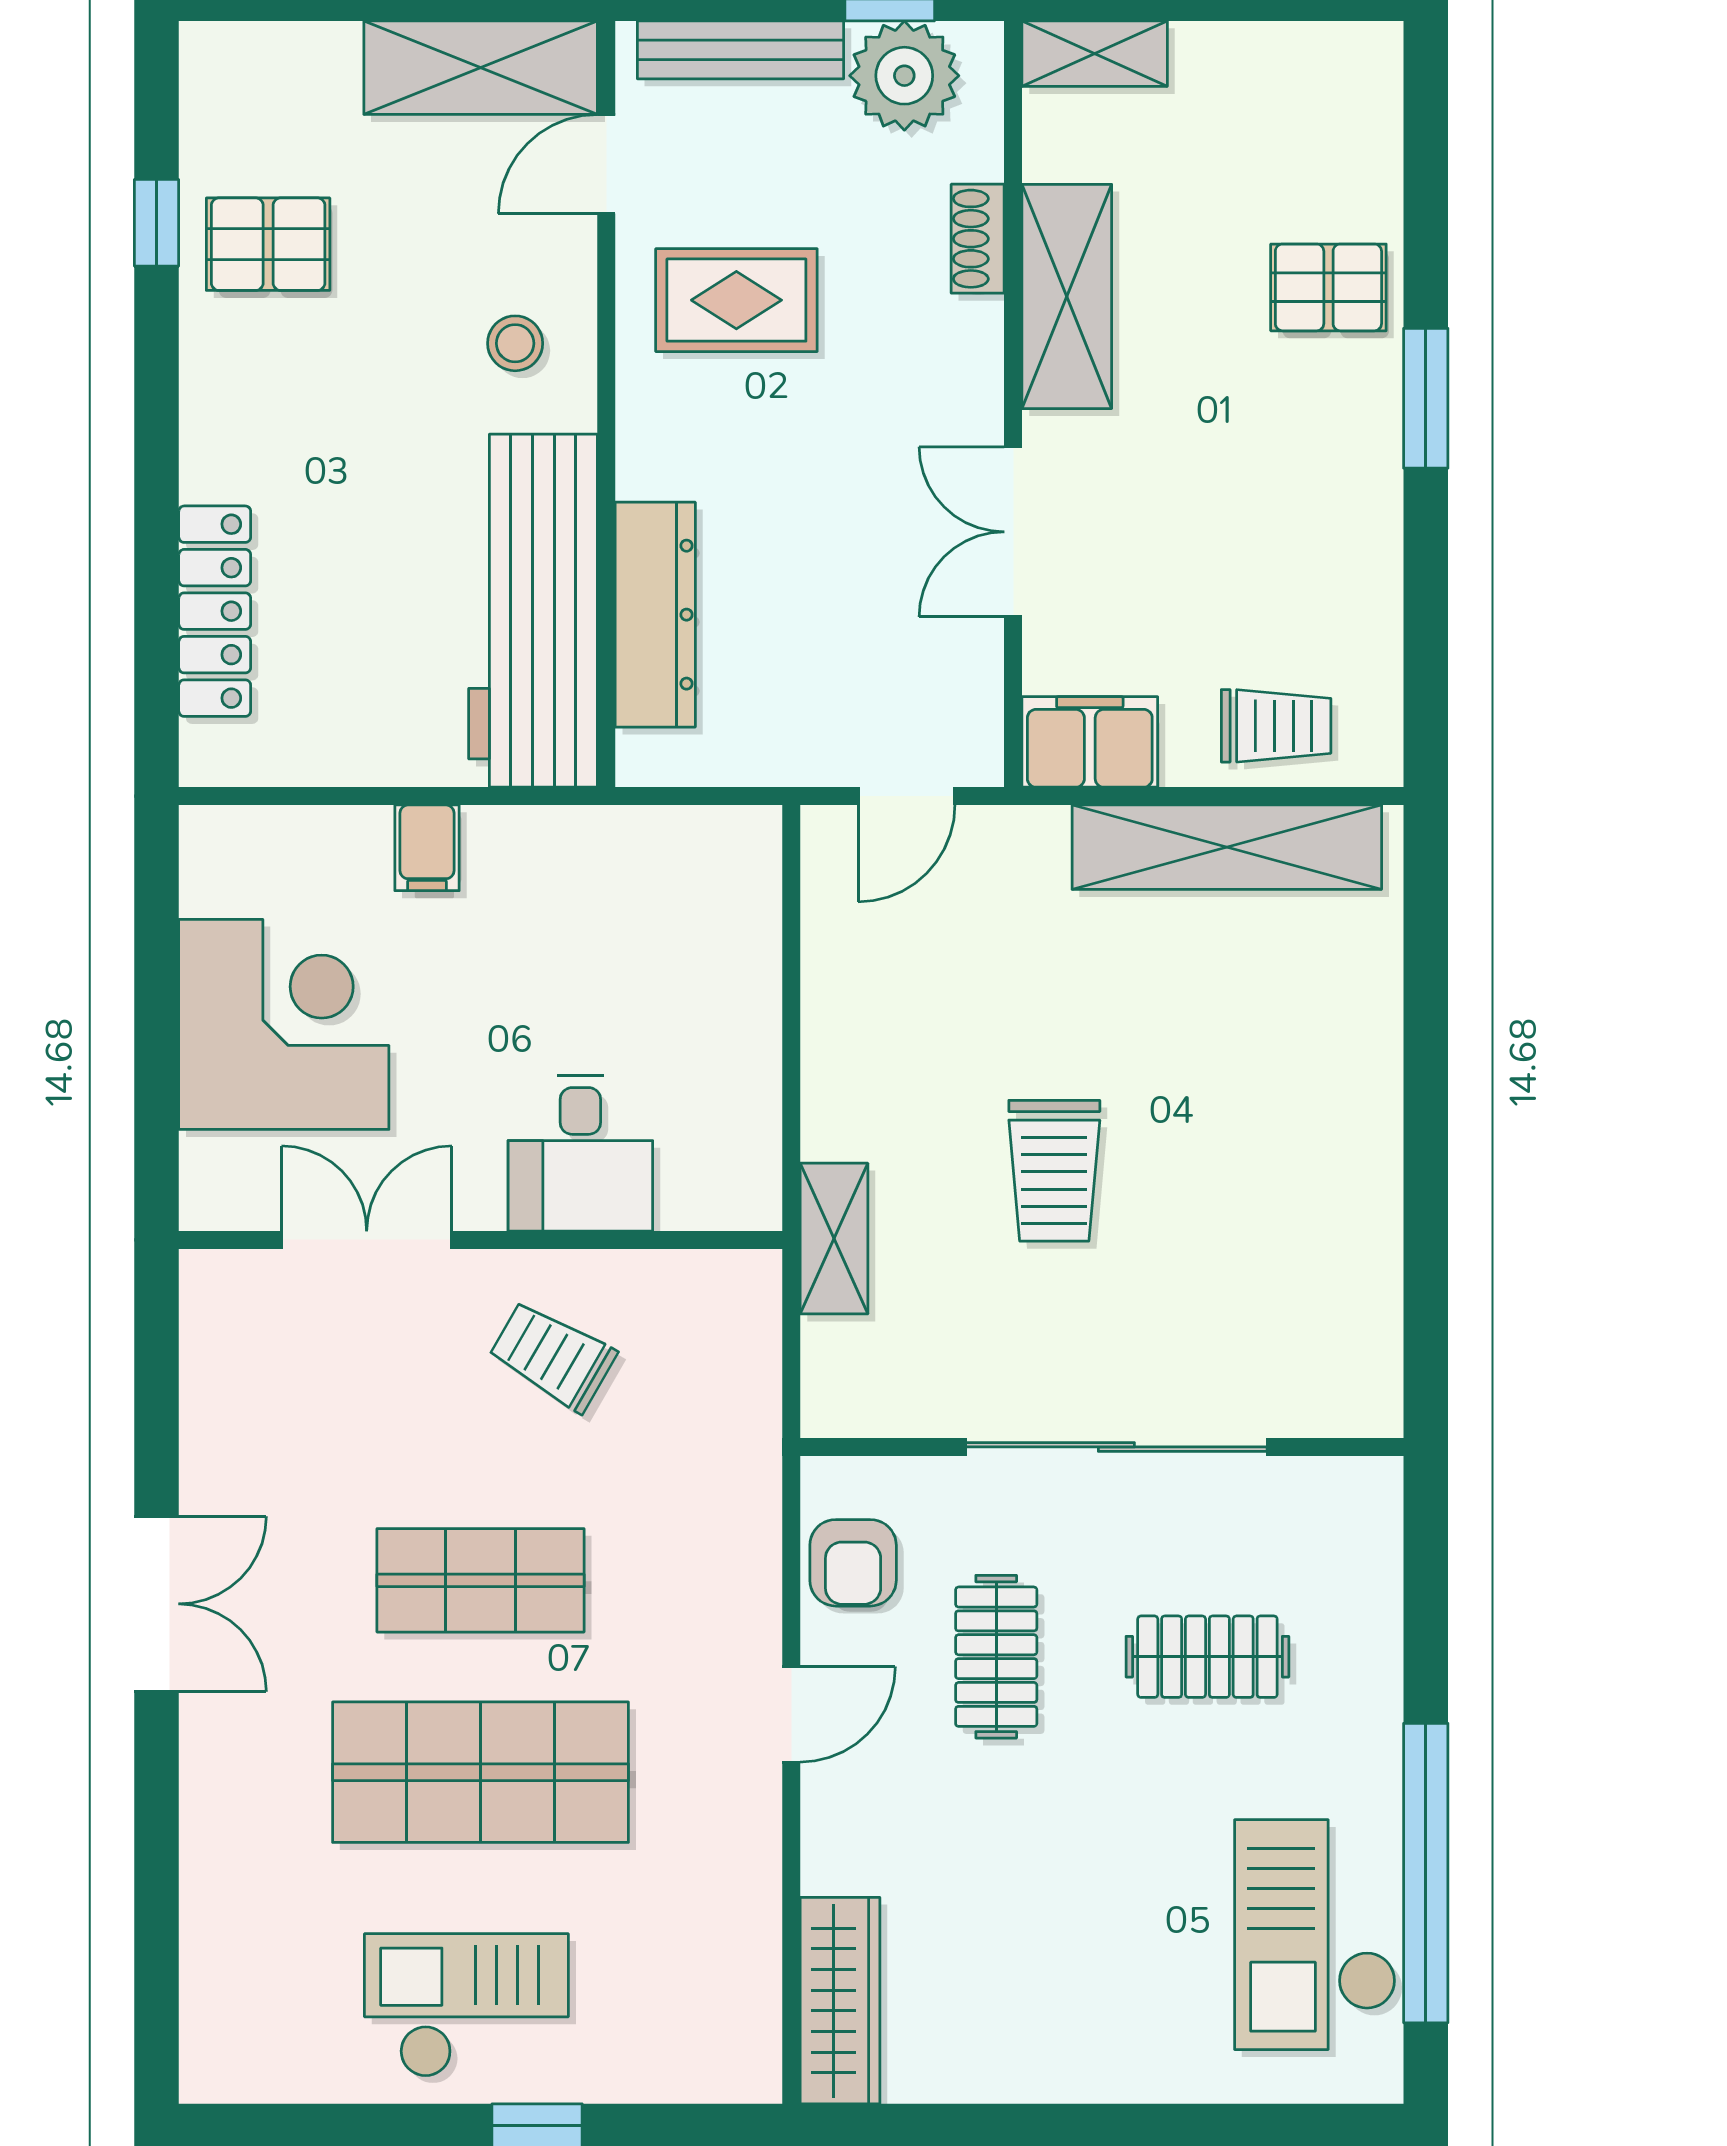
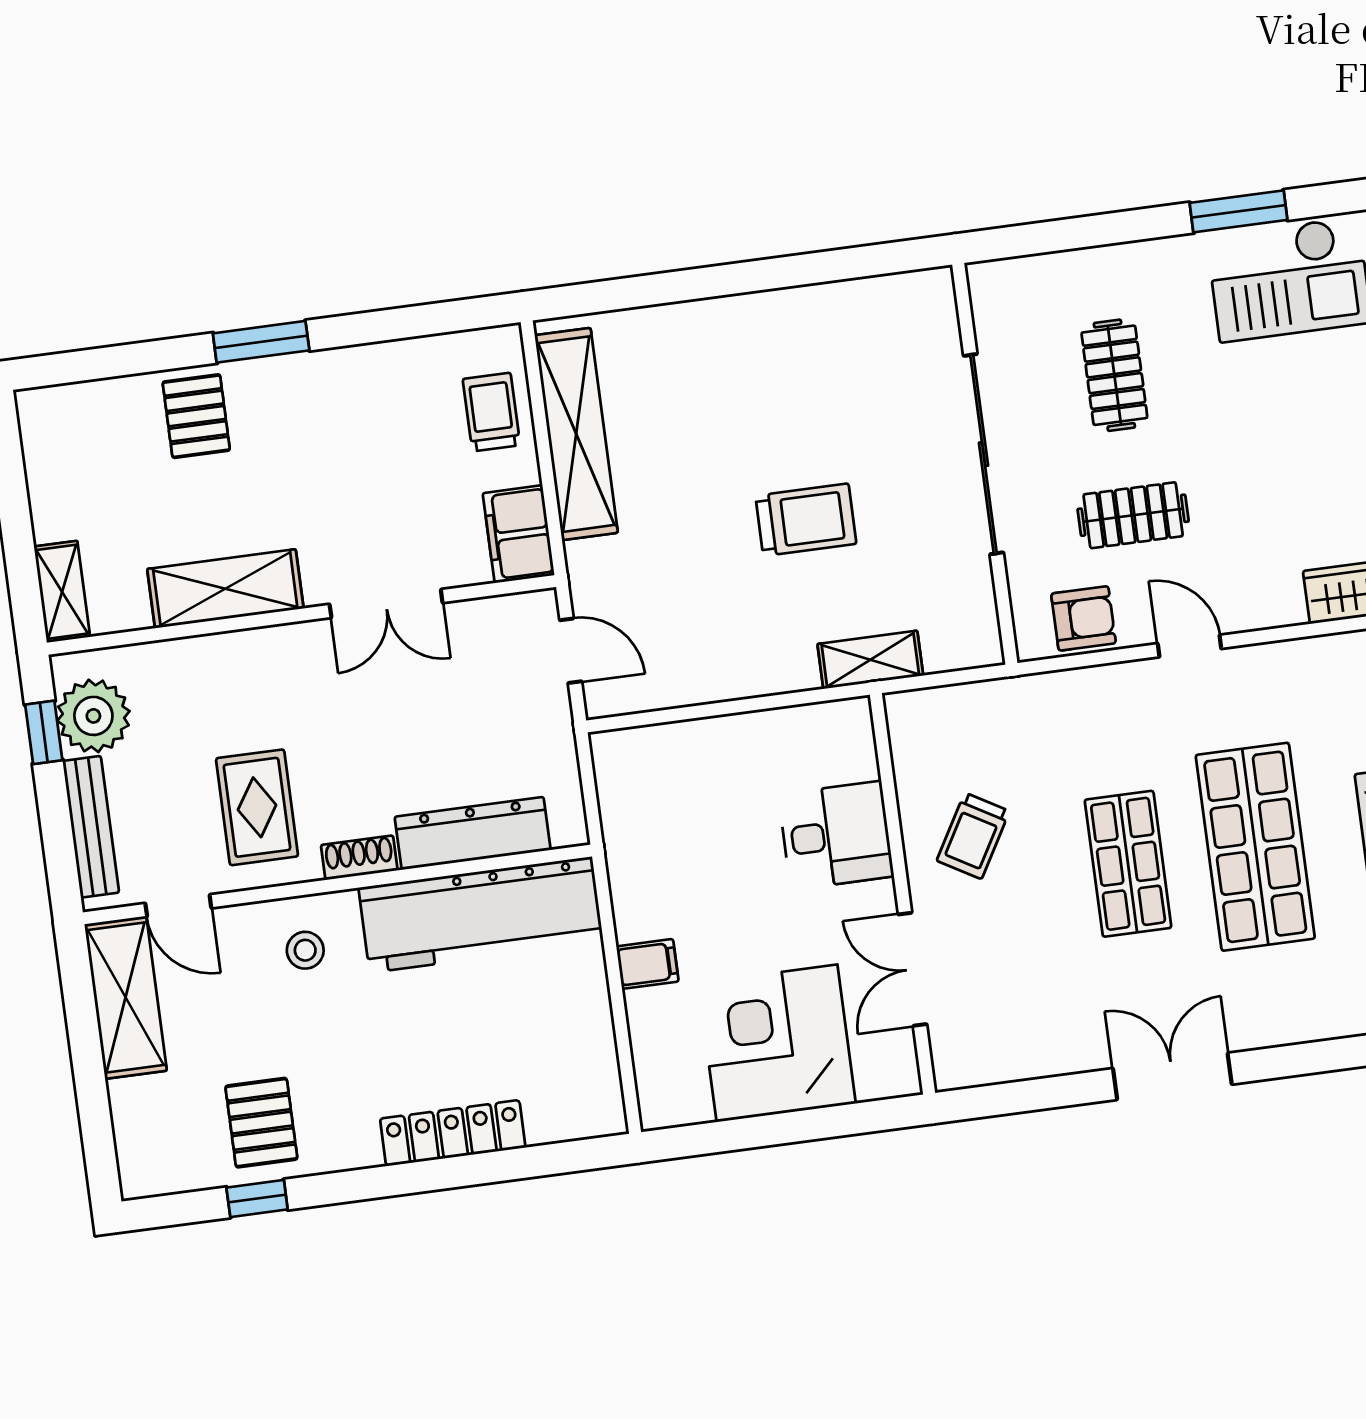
shoe rack: (978, 239) -> (359, 858), moved, turned 180
locker: (215, 611) -> (453, 1133), moved
window: (1426, 1873) -> (1238, 211), width x0.47

